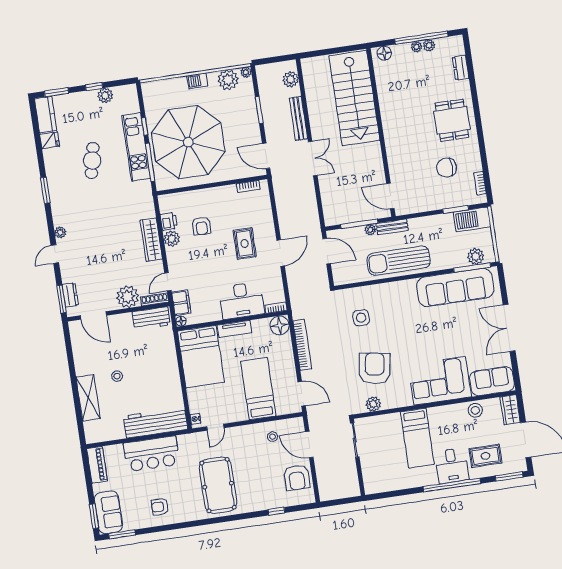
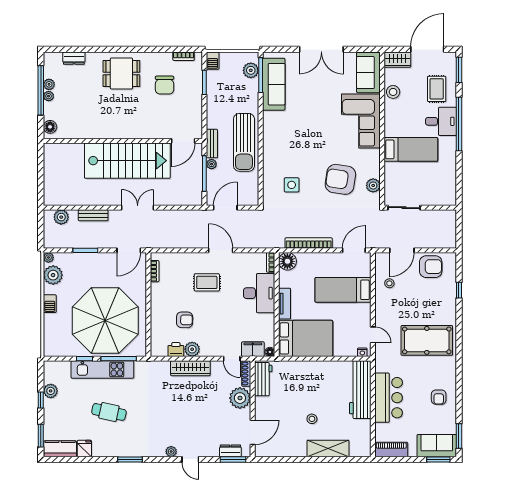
stairs: (354, 98) -> (127, 161), moved
bench: (298, 118) -> (93, 215), width x0.73
barbecue: (472, 219) -> (213, 61), width x0.53, depth x0.65
sofa: (455, 287) -> (274, 84), width x0.74, depth x0.79

